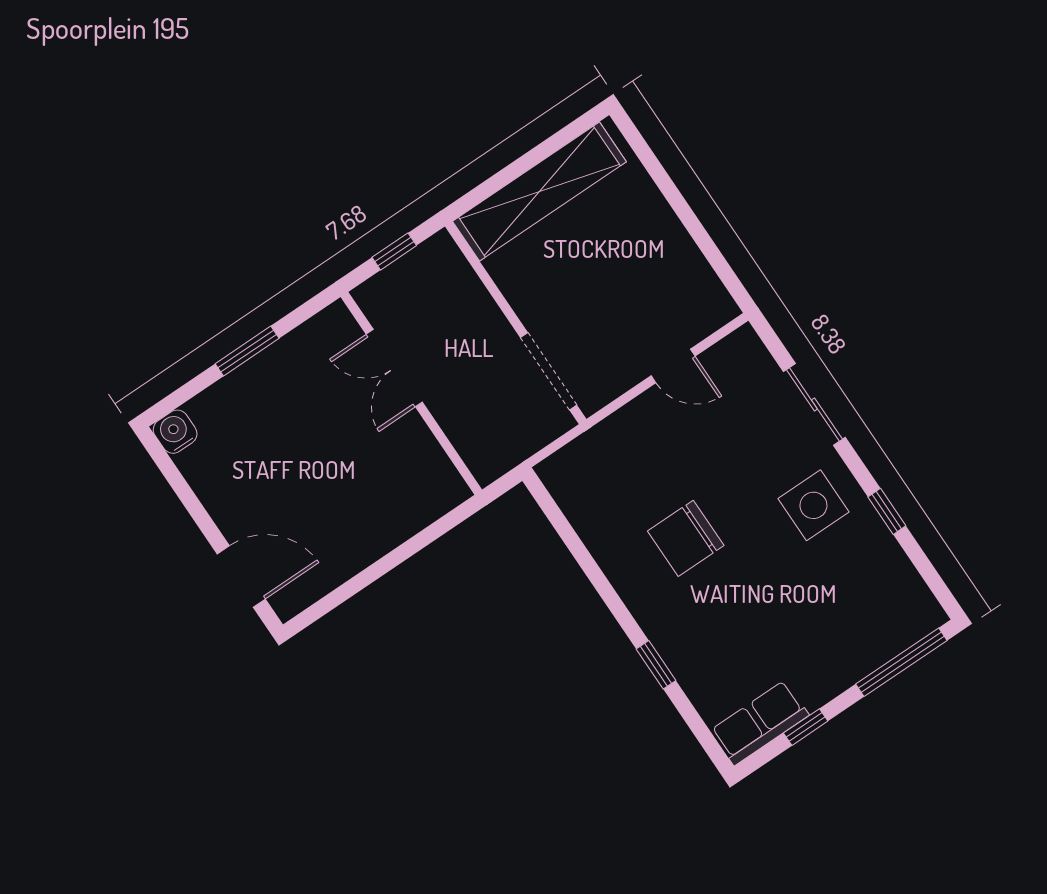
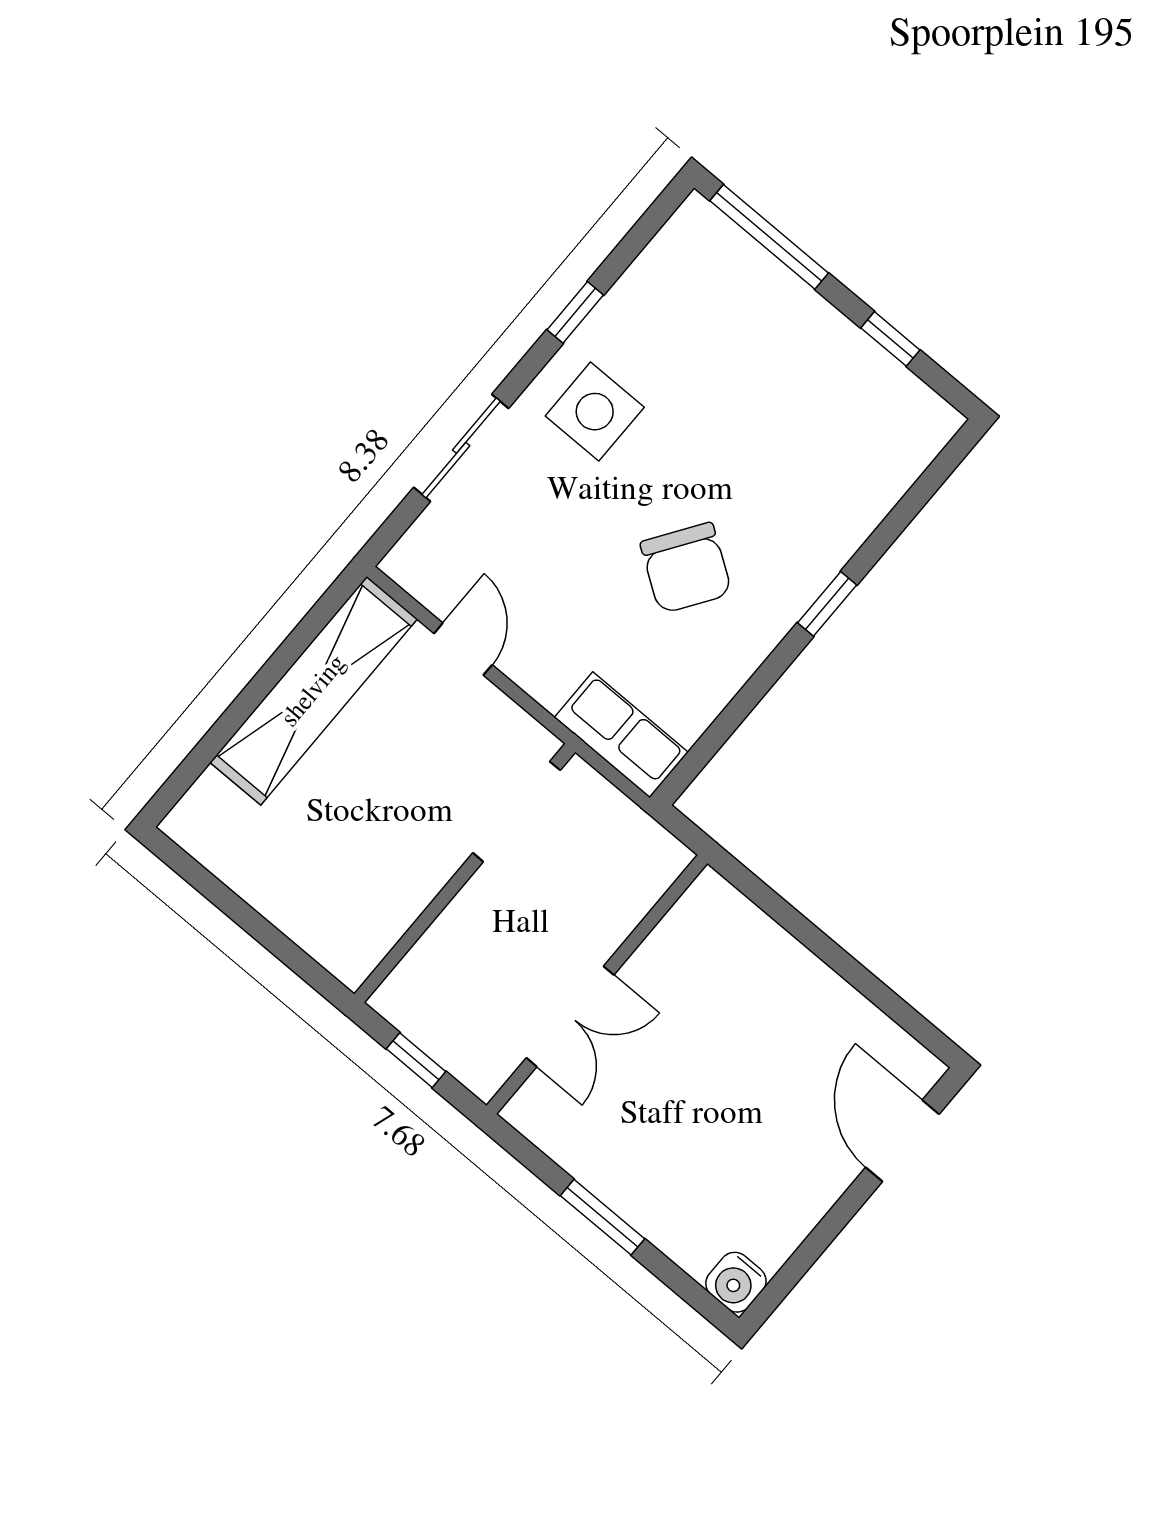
shelving: (539, 192) -> (314, 691), moved, turned 90
chair: (686, 538) -> (686, 568), turned 34
window: (656, 665) -> (827, 604), moved
row of seats: (760, 723) -> (621, 735), moved, turned 180

